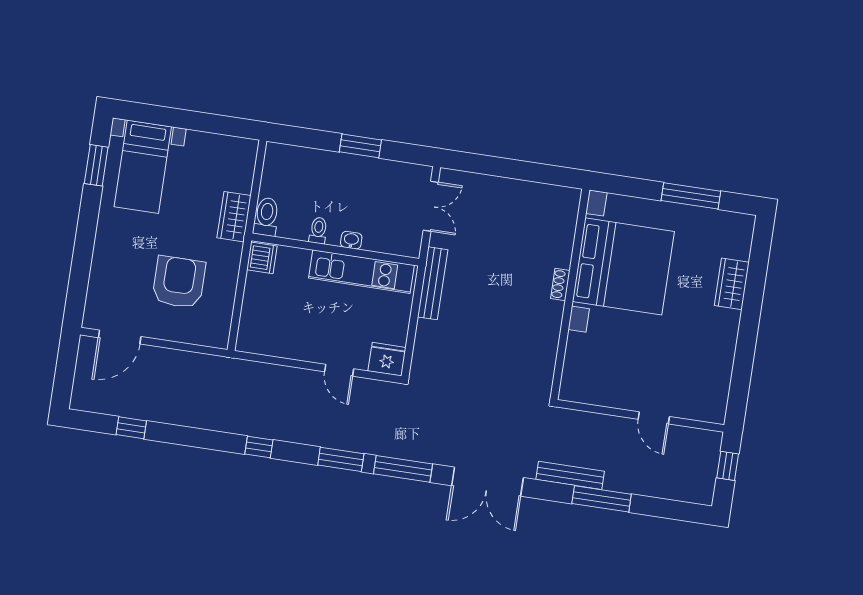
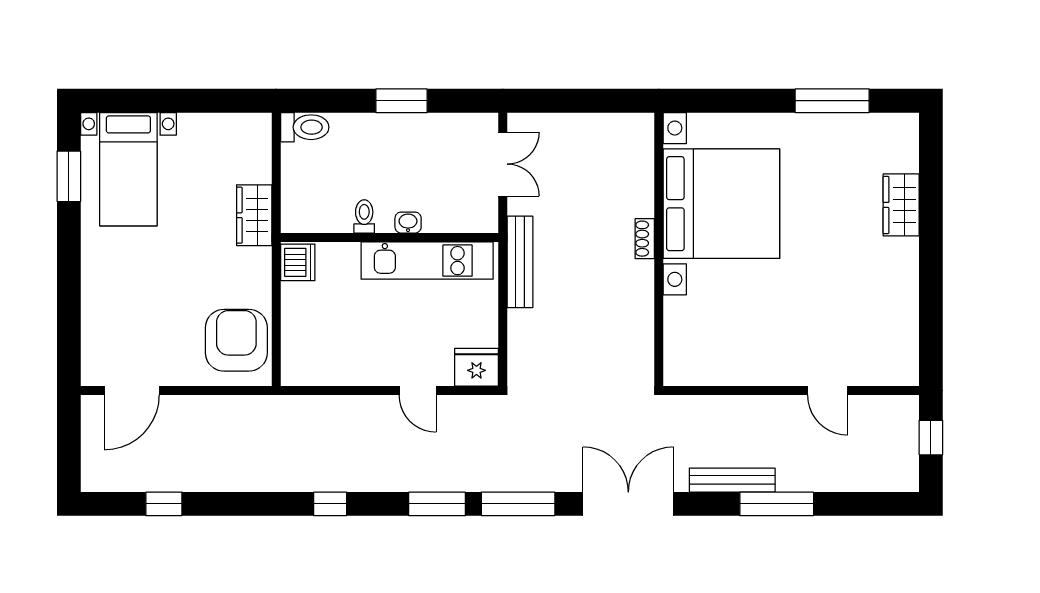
toilet: (266, 217) -> (305, 127), moved, turned 90
bed with nightstands: (623, 266) -> (721, 204), moved
armchair: (179, 282) -> (236, 340), moved
shoe rack: (560, 284) -> (645, 239), moved
wall: (570, 294) -> (659, 249), moved
double door: (488, 482) -> (628, 504), swing flipped

